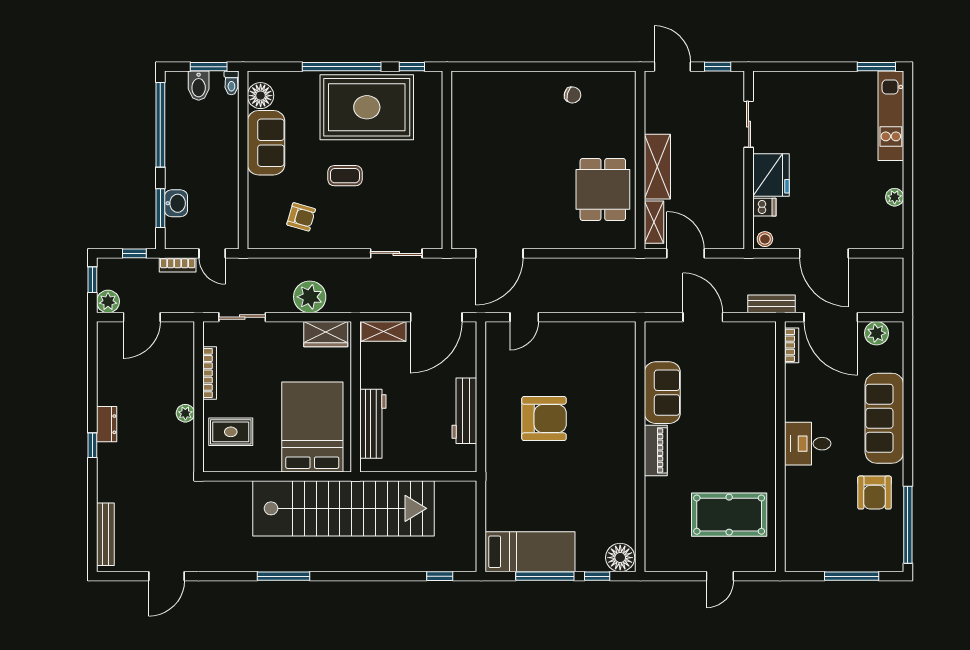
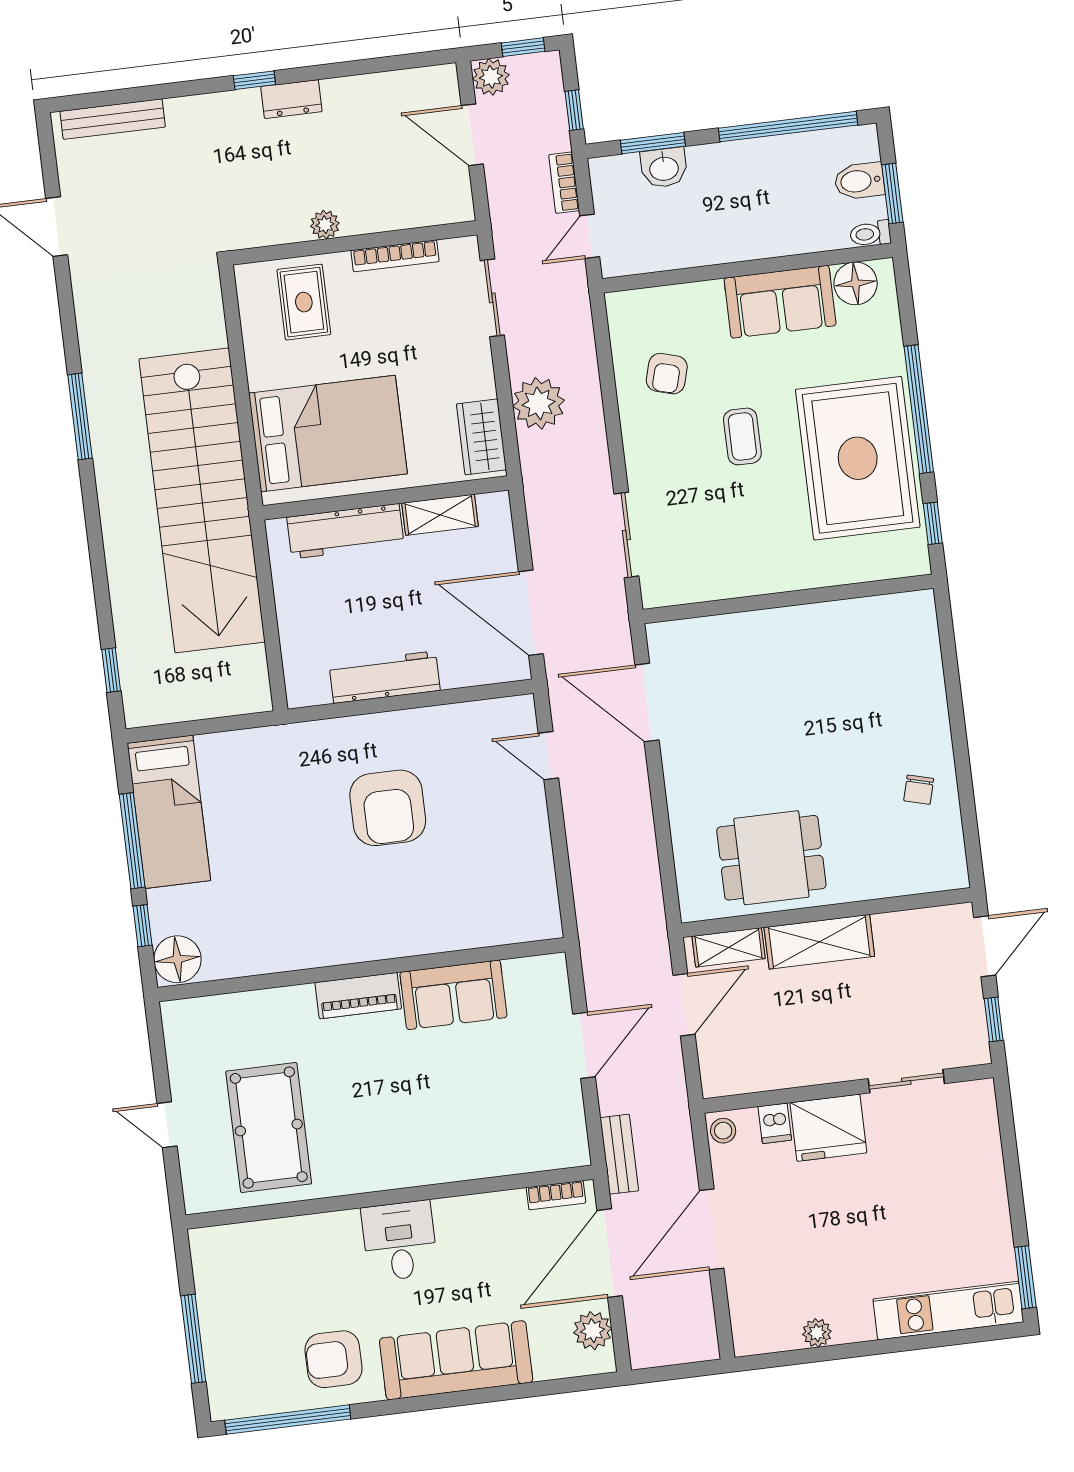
shelving: (383, 331) -> (440, 515), moved, turned 90

